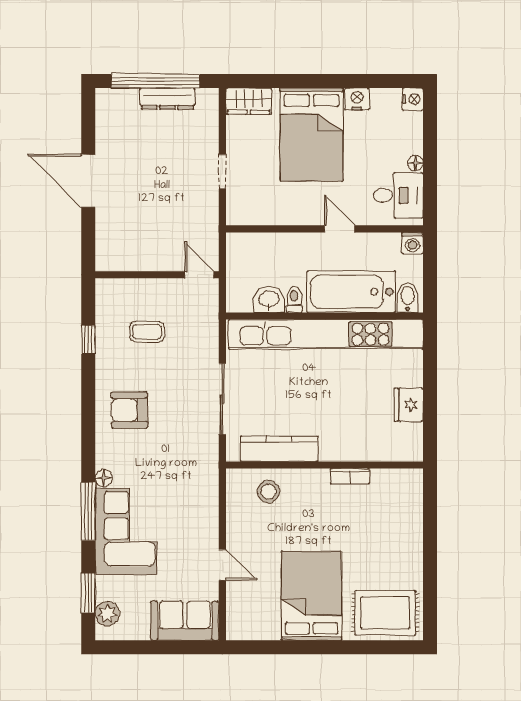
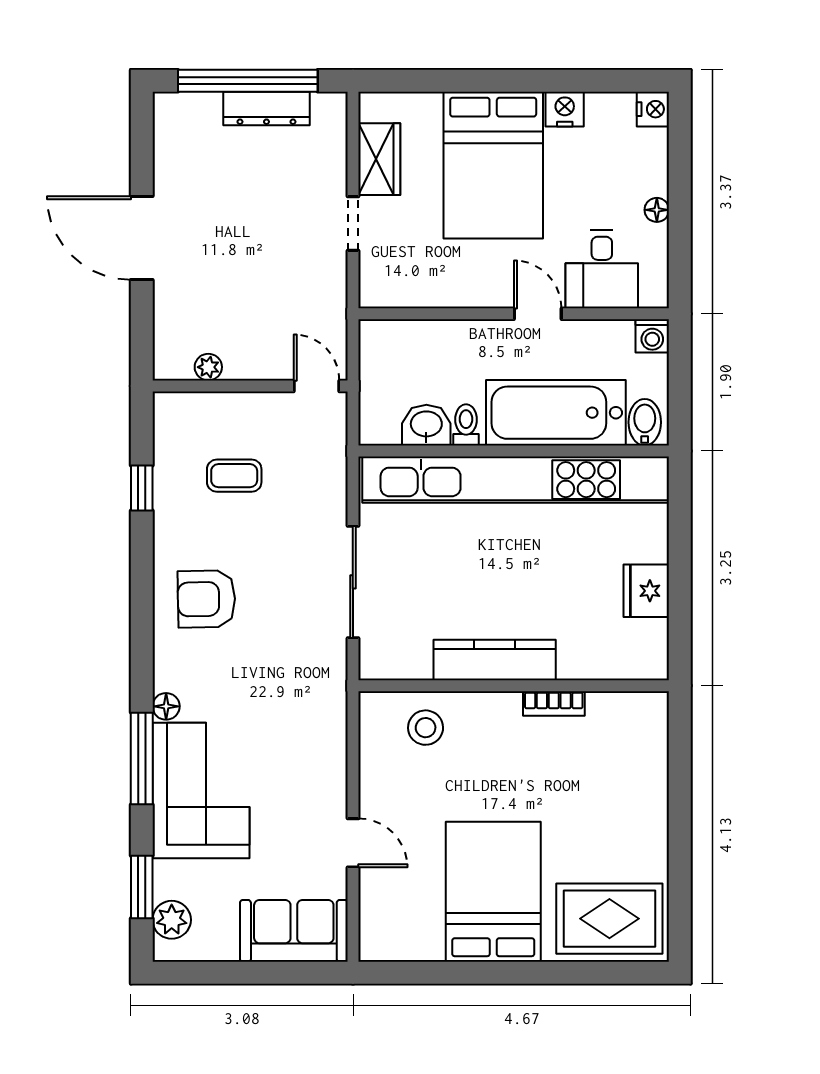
wardrobe: (249, 101) -> (379, 159), moved, turned -90
desk: (398, 195) -> (602, 269), moved, turned 90
plant: (131, 263) -> (208, 367), added
kitchen counter: (279, 449) -> (495, 660), moved

